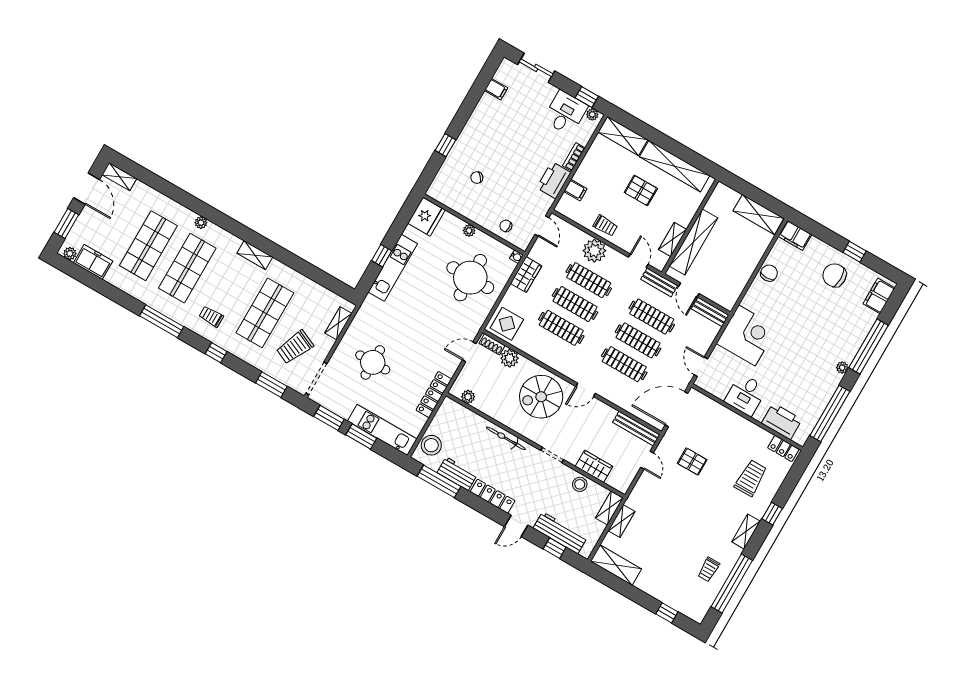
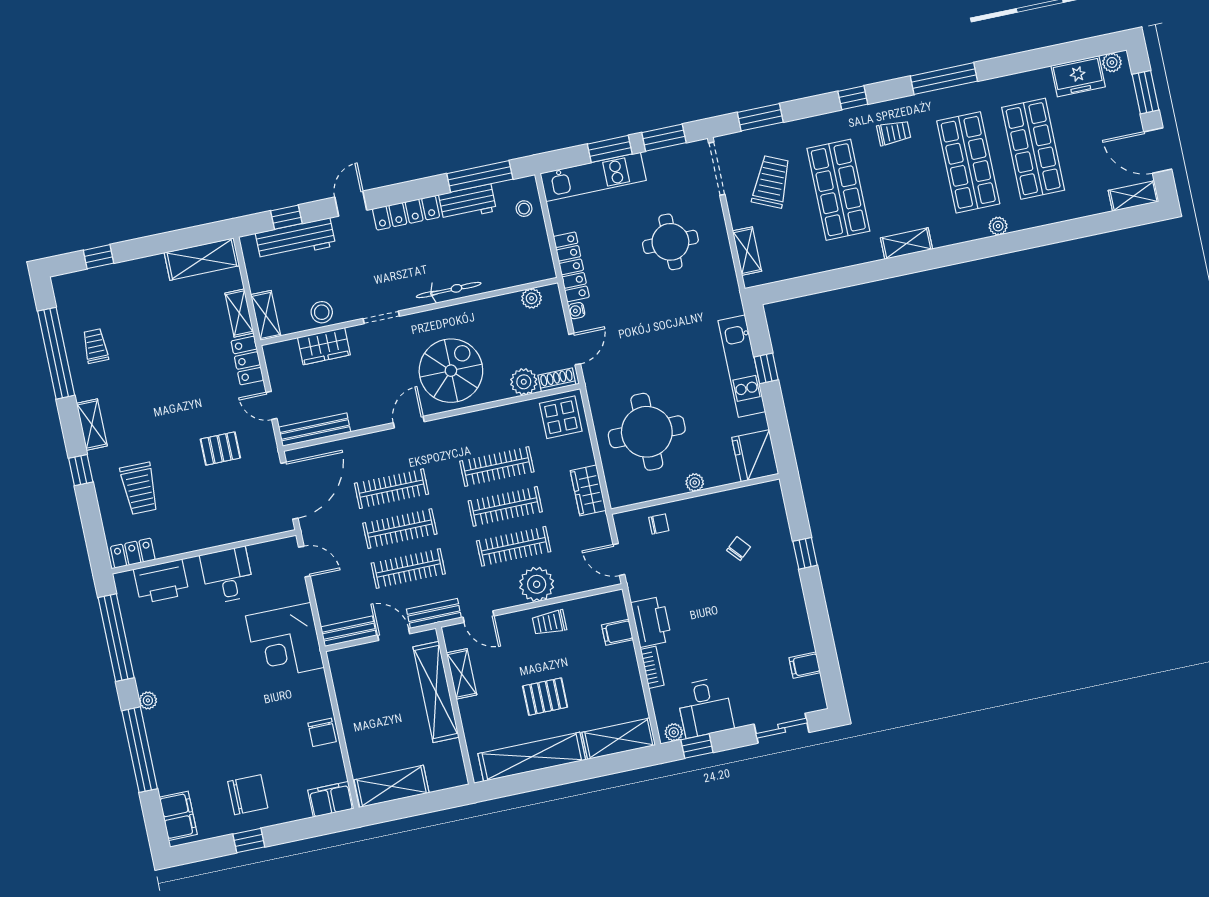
water cooler: (516, 257) -> (577, 311), moved
stool: (431, 445) -> (524, 209), width x0.53, depth x0.53
locker: (639, 494) -> (247, 361), added

